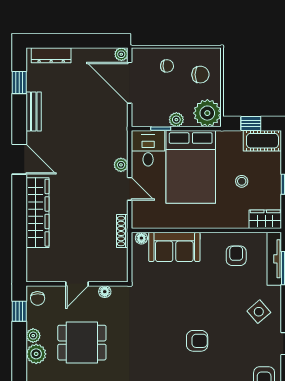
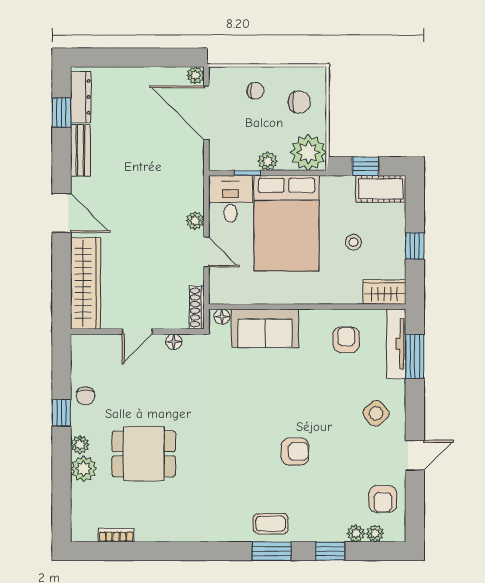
dresser: (51, 55) -> (81, 97), moved, turned -90
door: (77, 284) -> (137, 332), moved
wall: (77, 284) -> (137, 332), moved
floor lamp: (105, 292) -> (174, 342), moved

